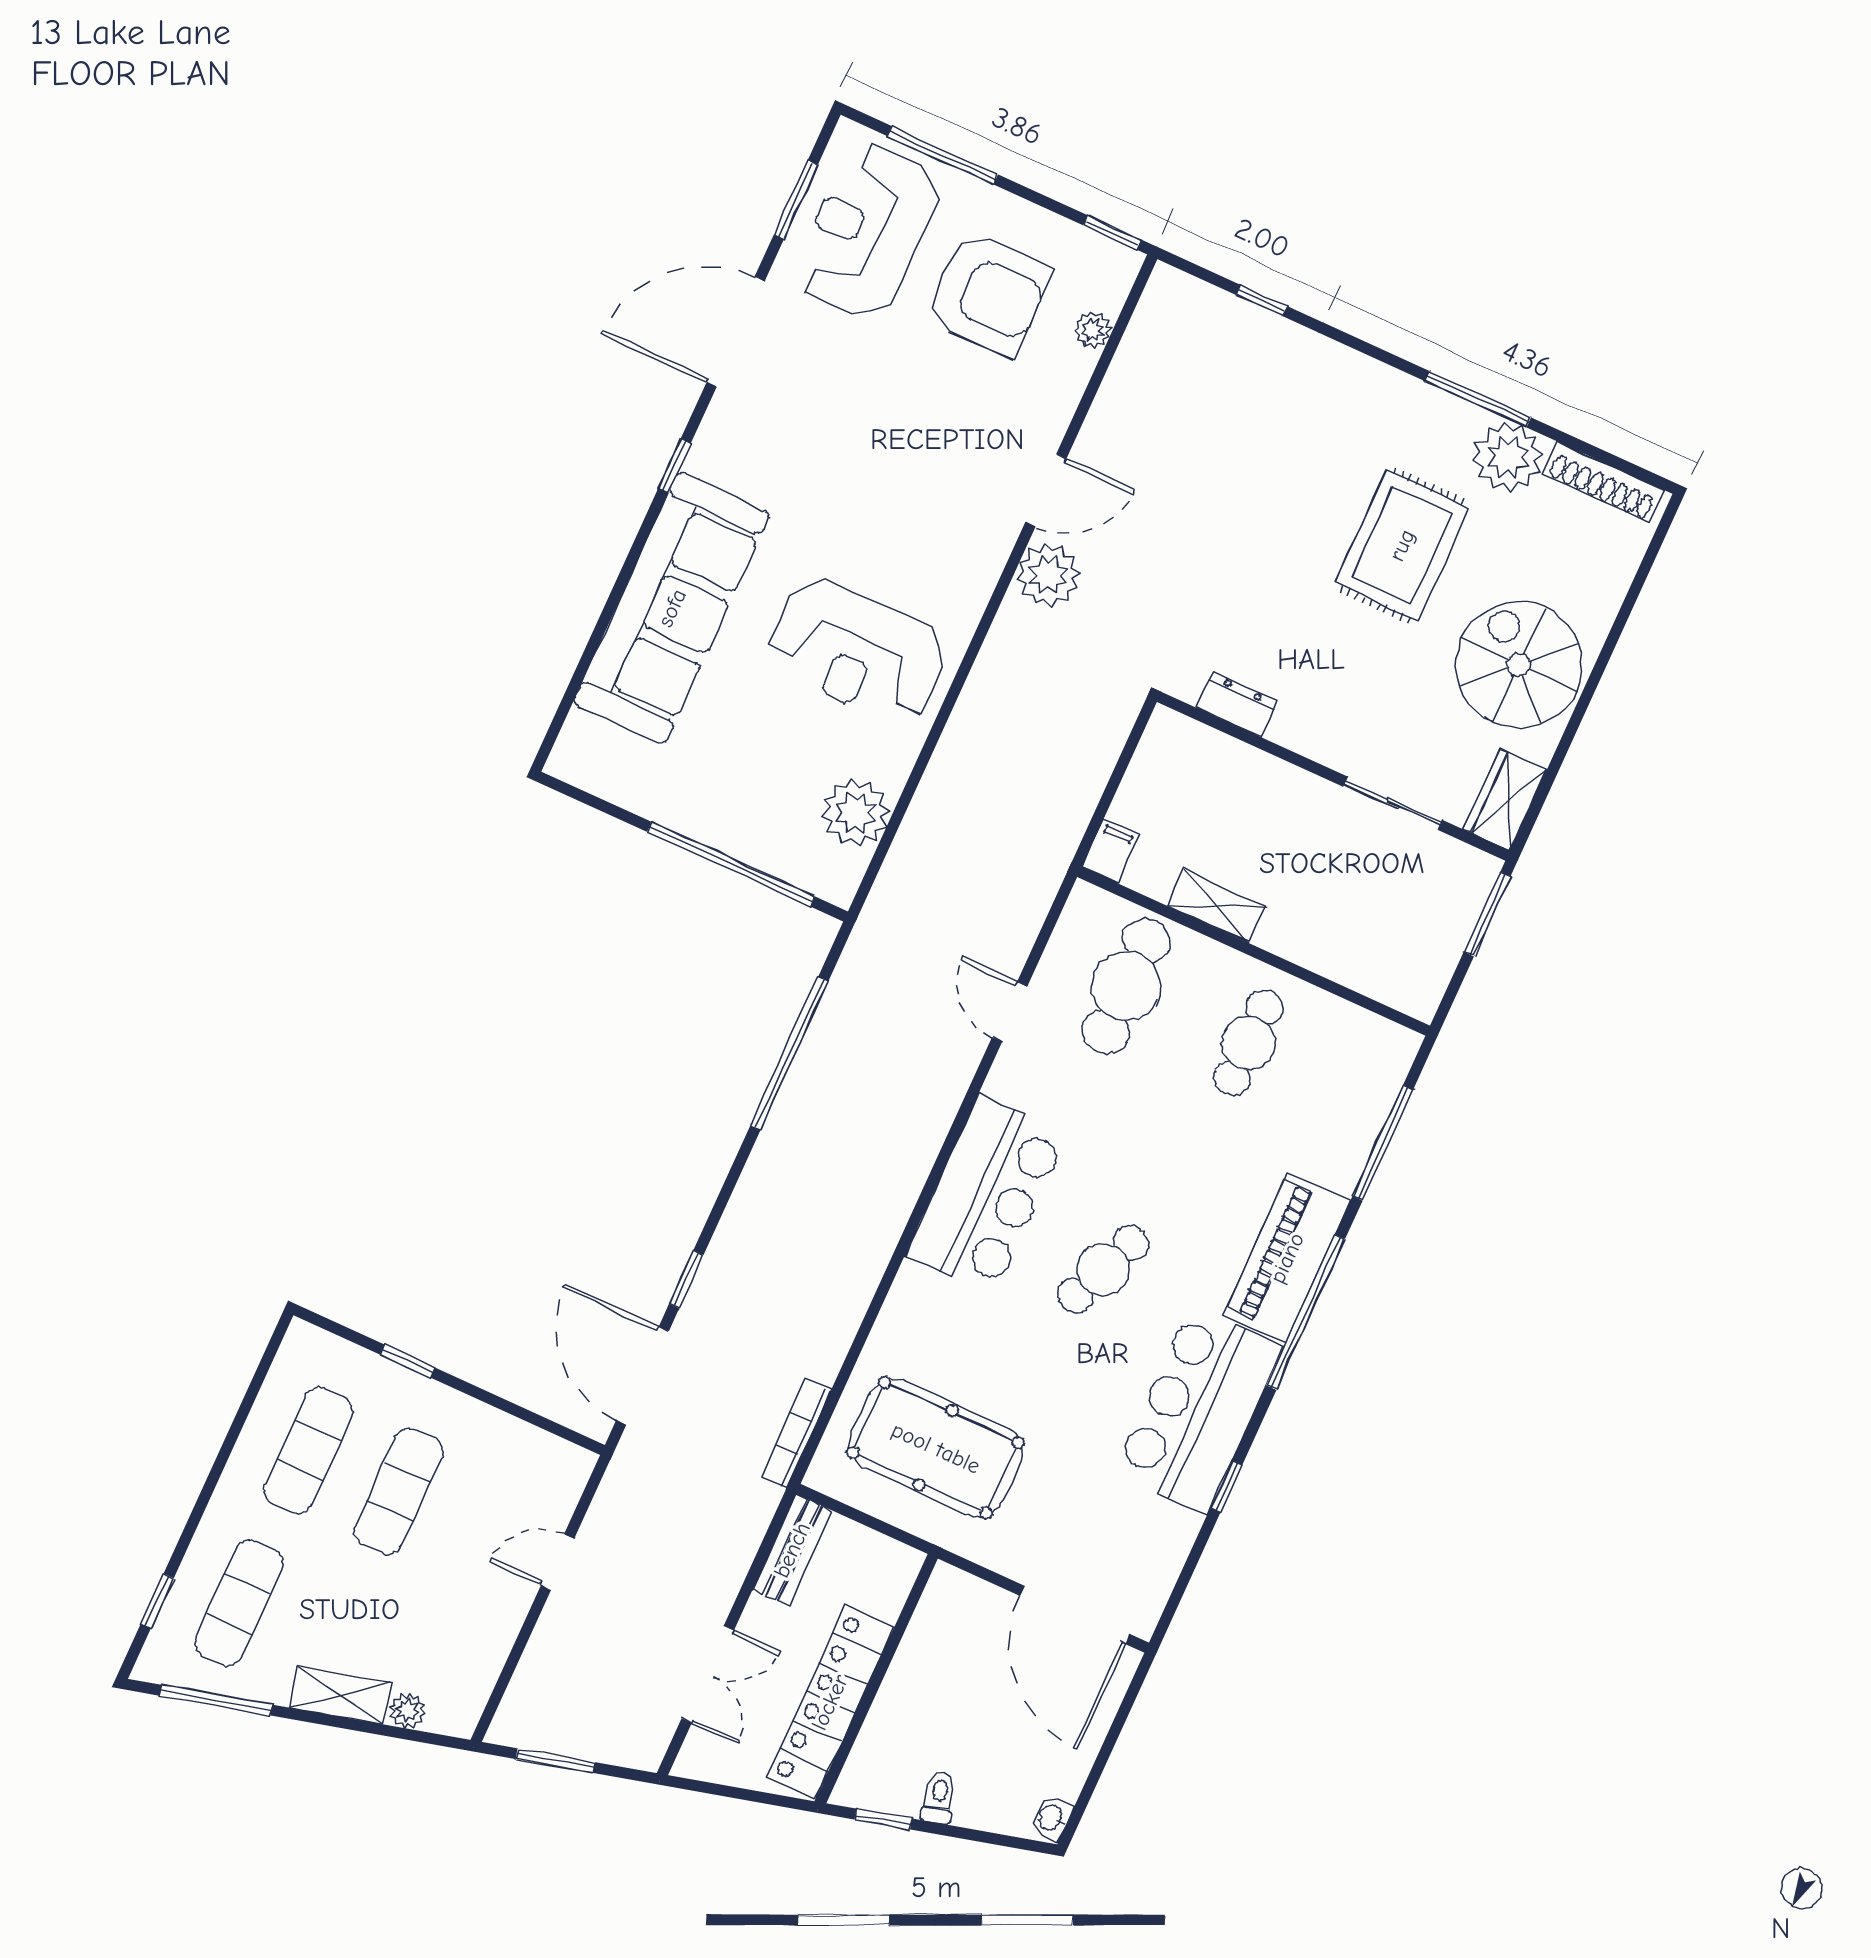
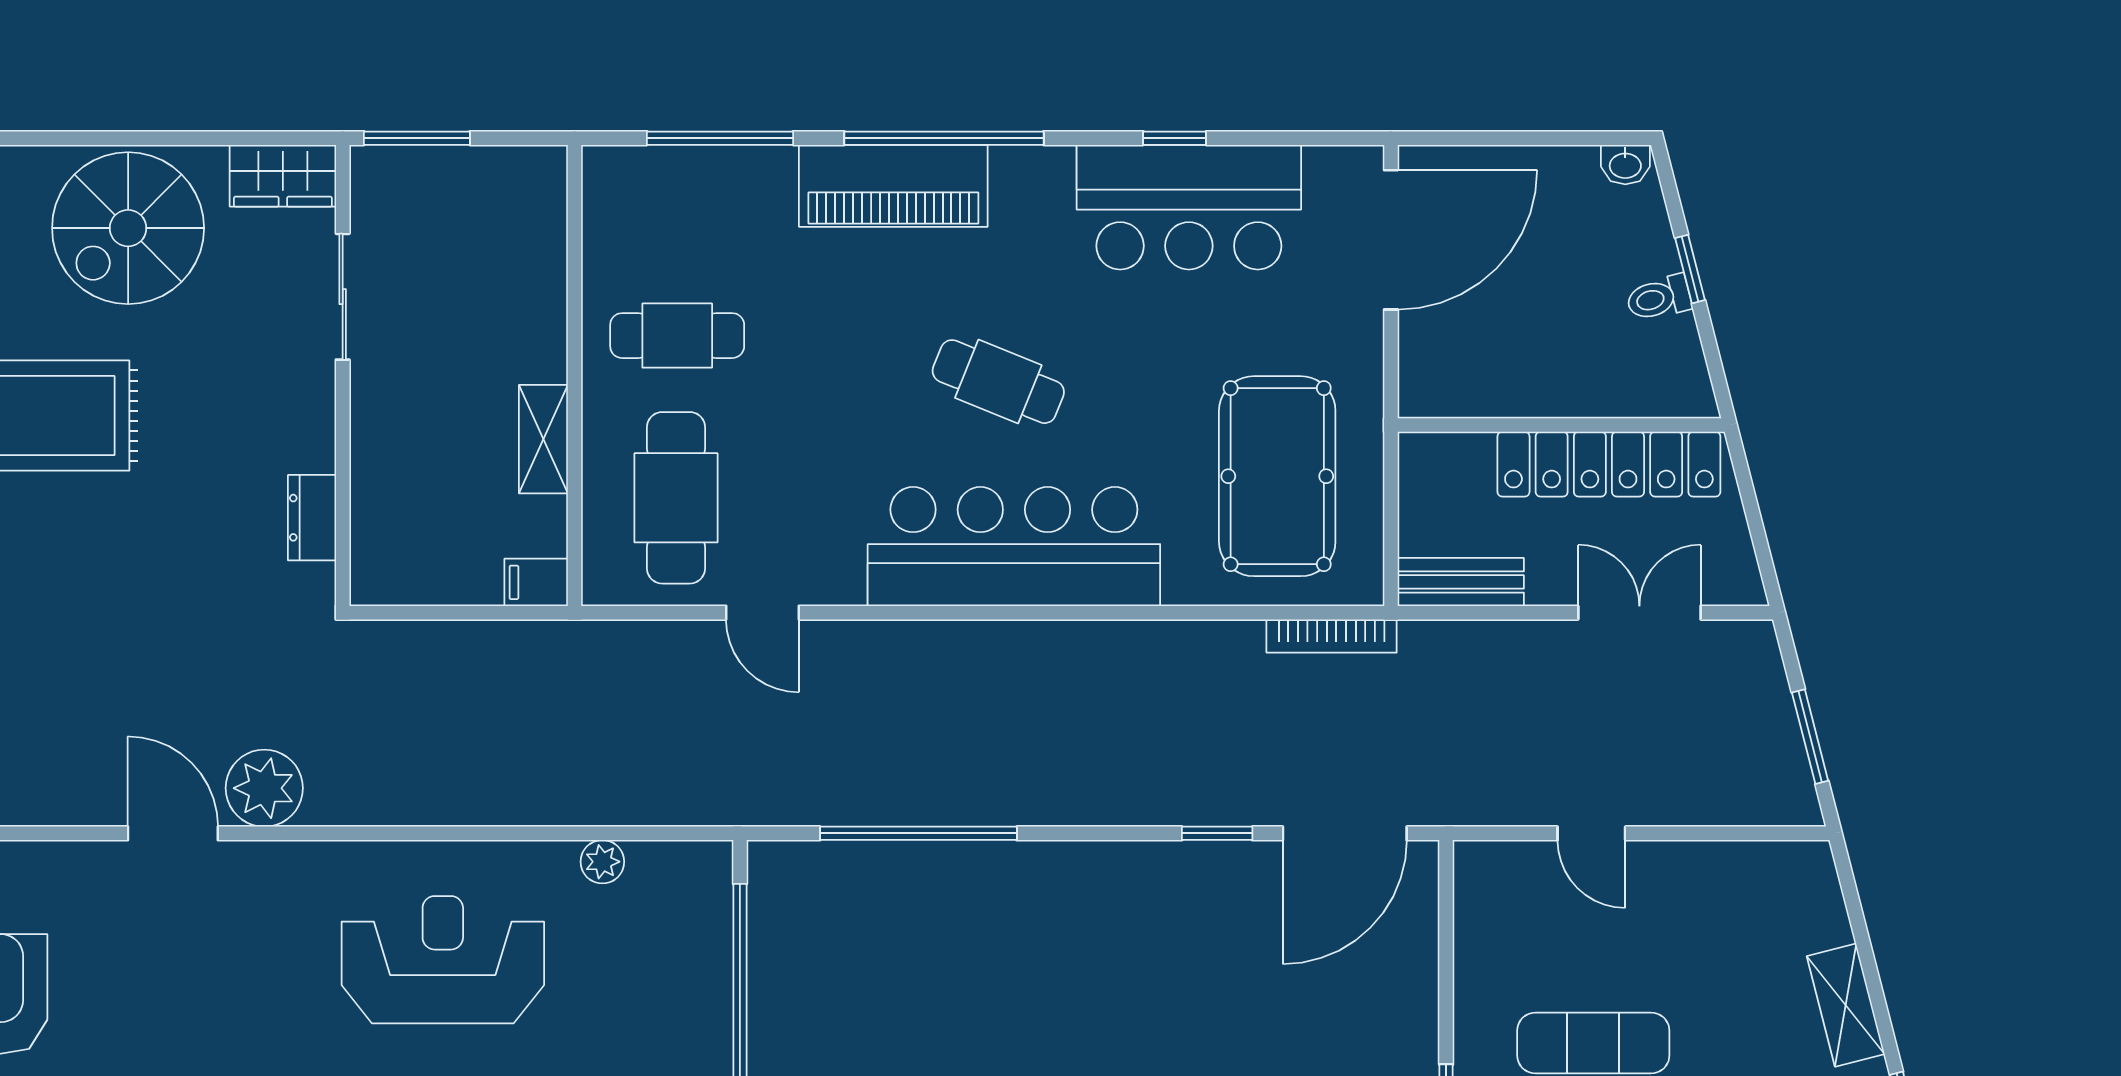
reception desk: (858, 651) -> (443, 960), turned -90
plant: (856, 813) -> (602, 862), width x0.53, depth x0.53
cafe table: (1126, 986) -> (676, 498), turned 90
door: (1010, 1012) -> (762, 613), hinge flipped
bar counter: (986, 1195) -> (1014, 546), width x1.36
bar counter: (1198, 1410) -> (1189, 207), moved
plant: (407, 1711) -> (1829, 924), removed
window: (883, 1819) -> (1690, 269), moved

